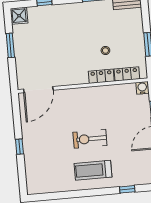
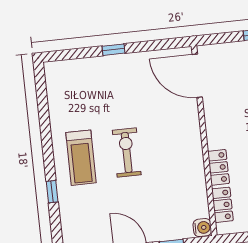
treadmill: (93, 170) -> (81, 158), turned 180
window: (127, 189) -> (52, 192), moved

